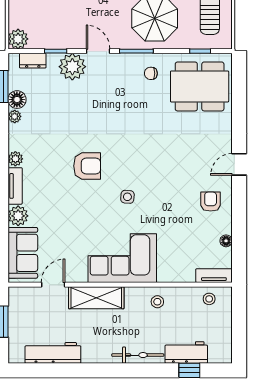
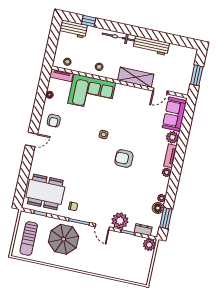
corner sofa: (122, 258) -> (92, 93), moved
workbench: (186, 352) -> (73, 29), moved
workbench: (53, 353) -> (151, 46), moved

